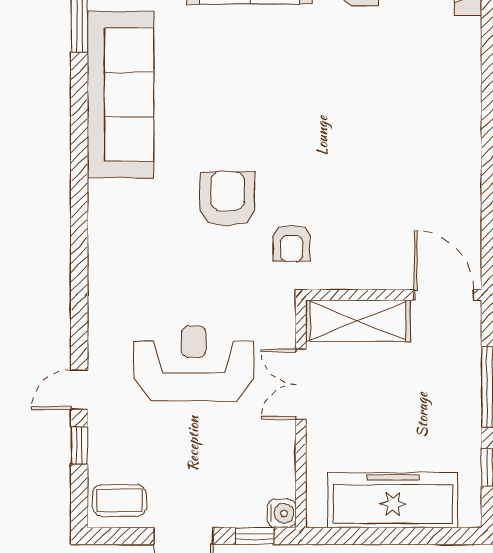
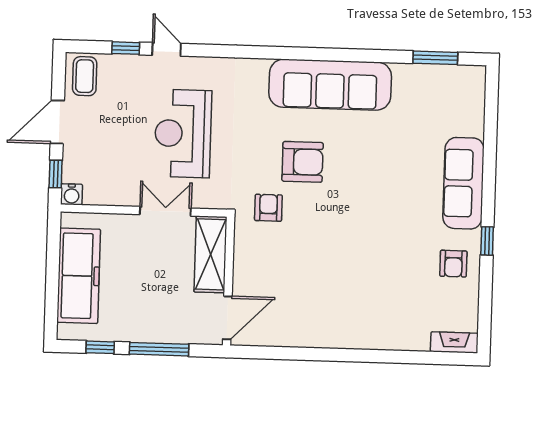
sofa: (121, 94) -> (330, 85), moved
armchair: (292, 243) -> (268, 208), turned 90
reception desk: (194, 364) -> (183, 133), turned 180

